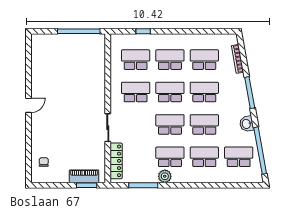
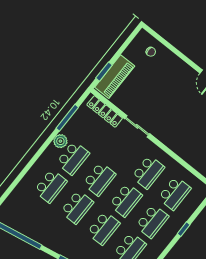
window: (143, 31) -> (184, 229), moved
washbasin: (247, 124) -> (50, 242), removed
school desk: (239, 157) -> (28, 214), removed
piano: (84, 176) -> (115, 77), width x1.37, depth x1.33

